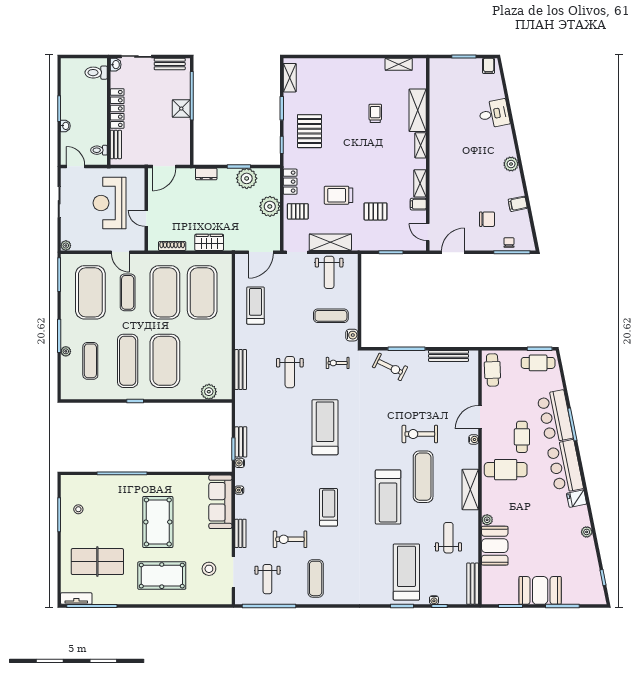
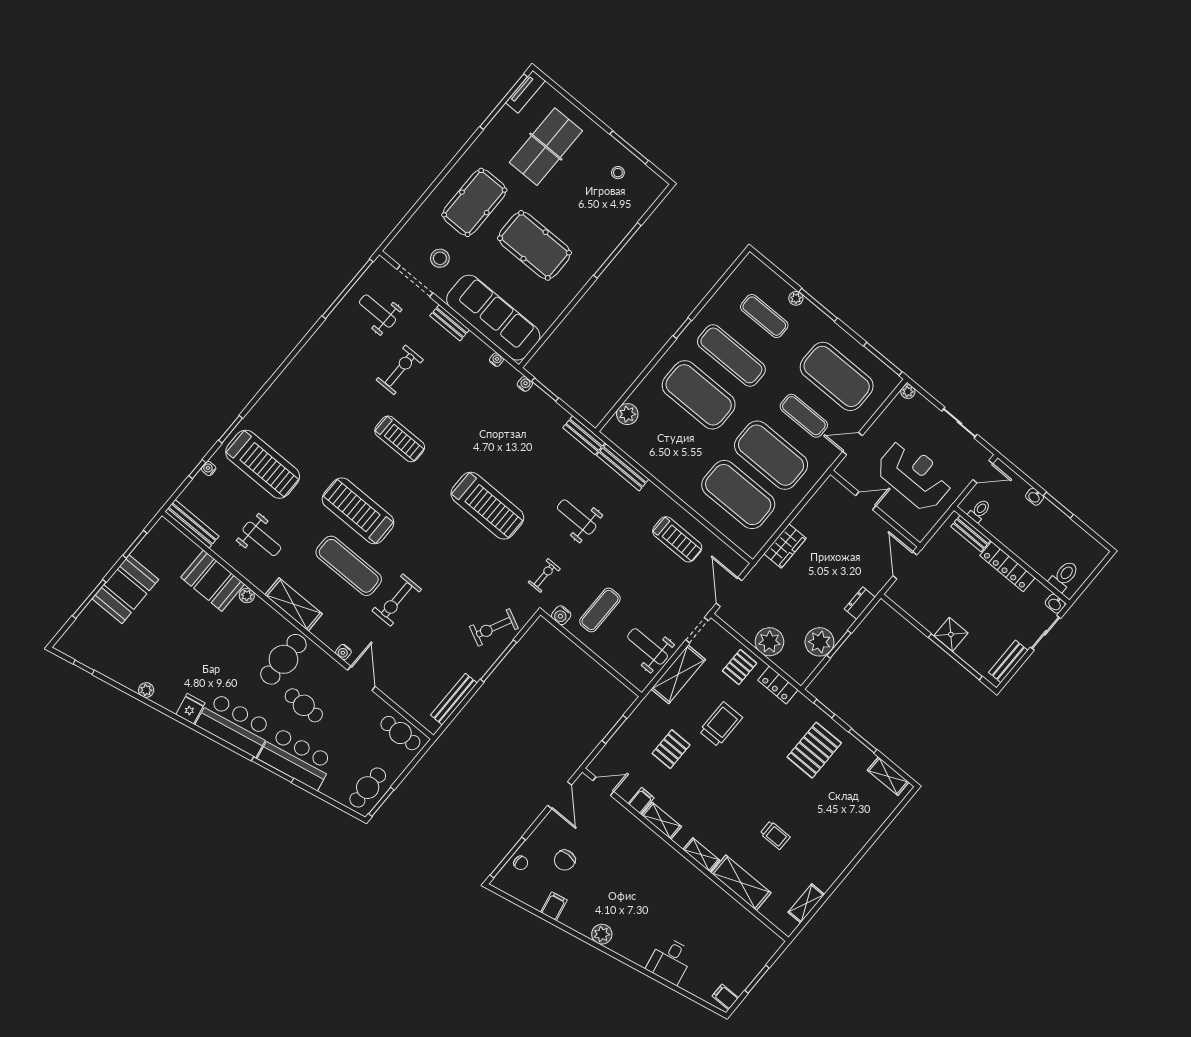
pallet: (309, 131) -> (814, 750), turned 90
shoe rack: (172, 246) -> (814, 504), removed
exercise bike: (420, 434) -> (397, 600), turned 180
bench: (241, 442) -> (584, 435), moved
sofa: (220, 502) -> (493, 318), width x1.36, depth x1.27
exercise mat: (316, 578) -> (336, 362), removed

